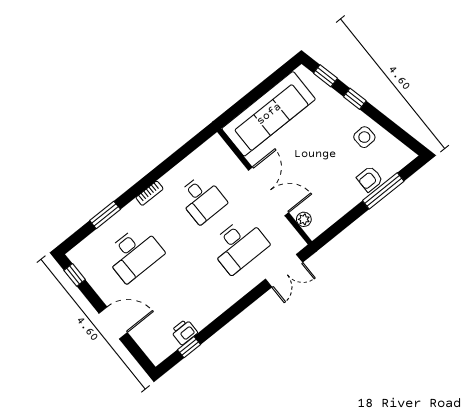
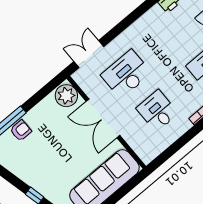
side table: (364, 137) -> (26, 165), removed
plant: (304, 219) -> (66, 96), width x1.88, depth x1.88

